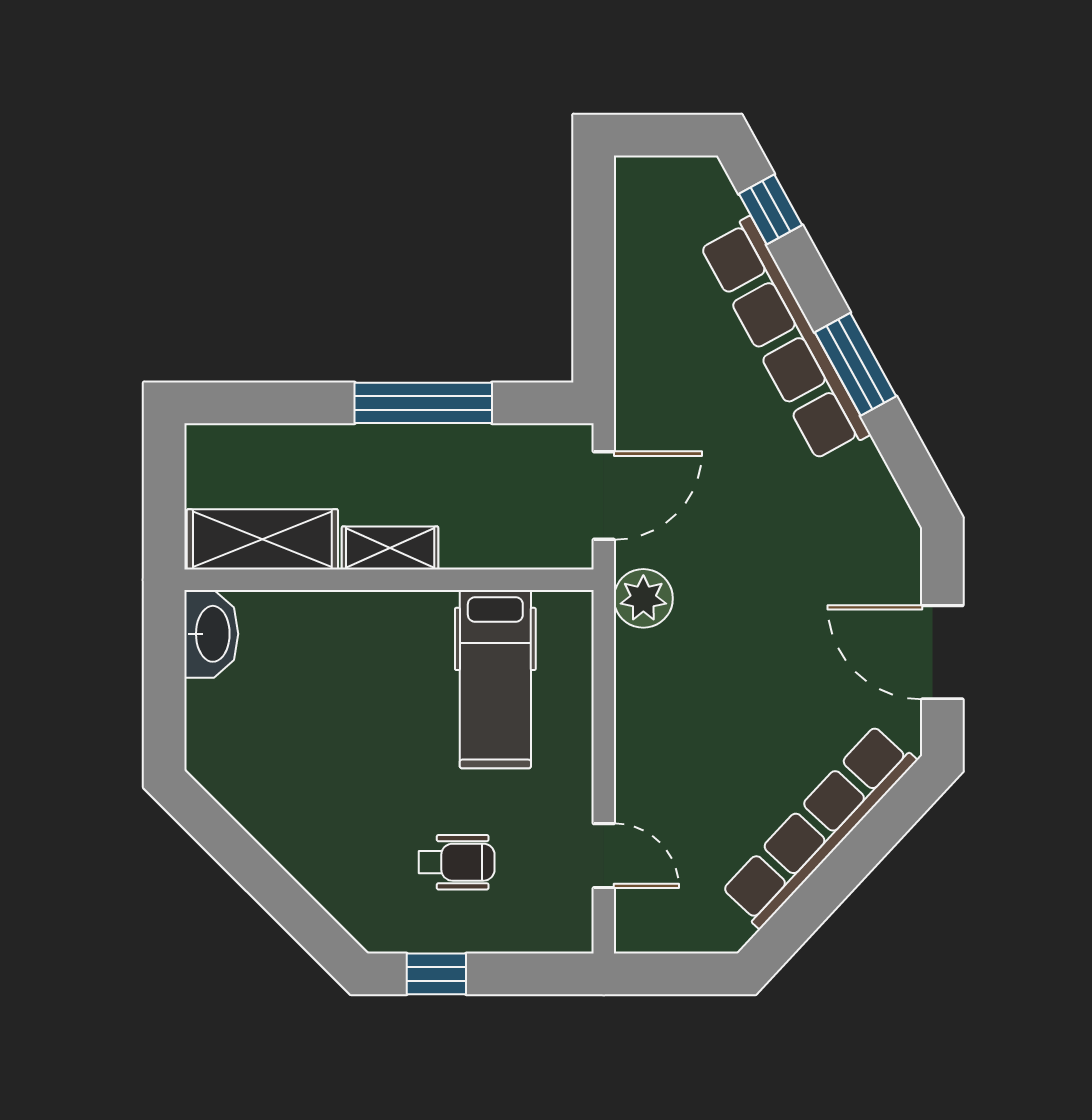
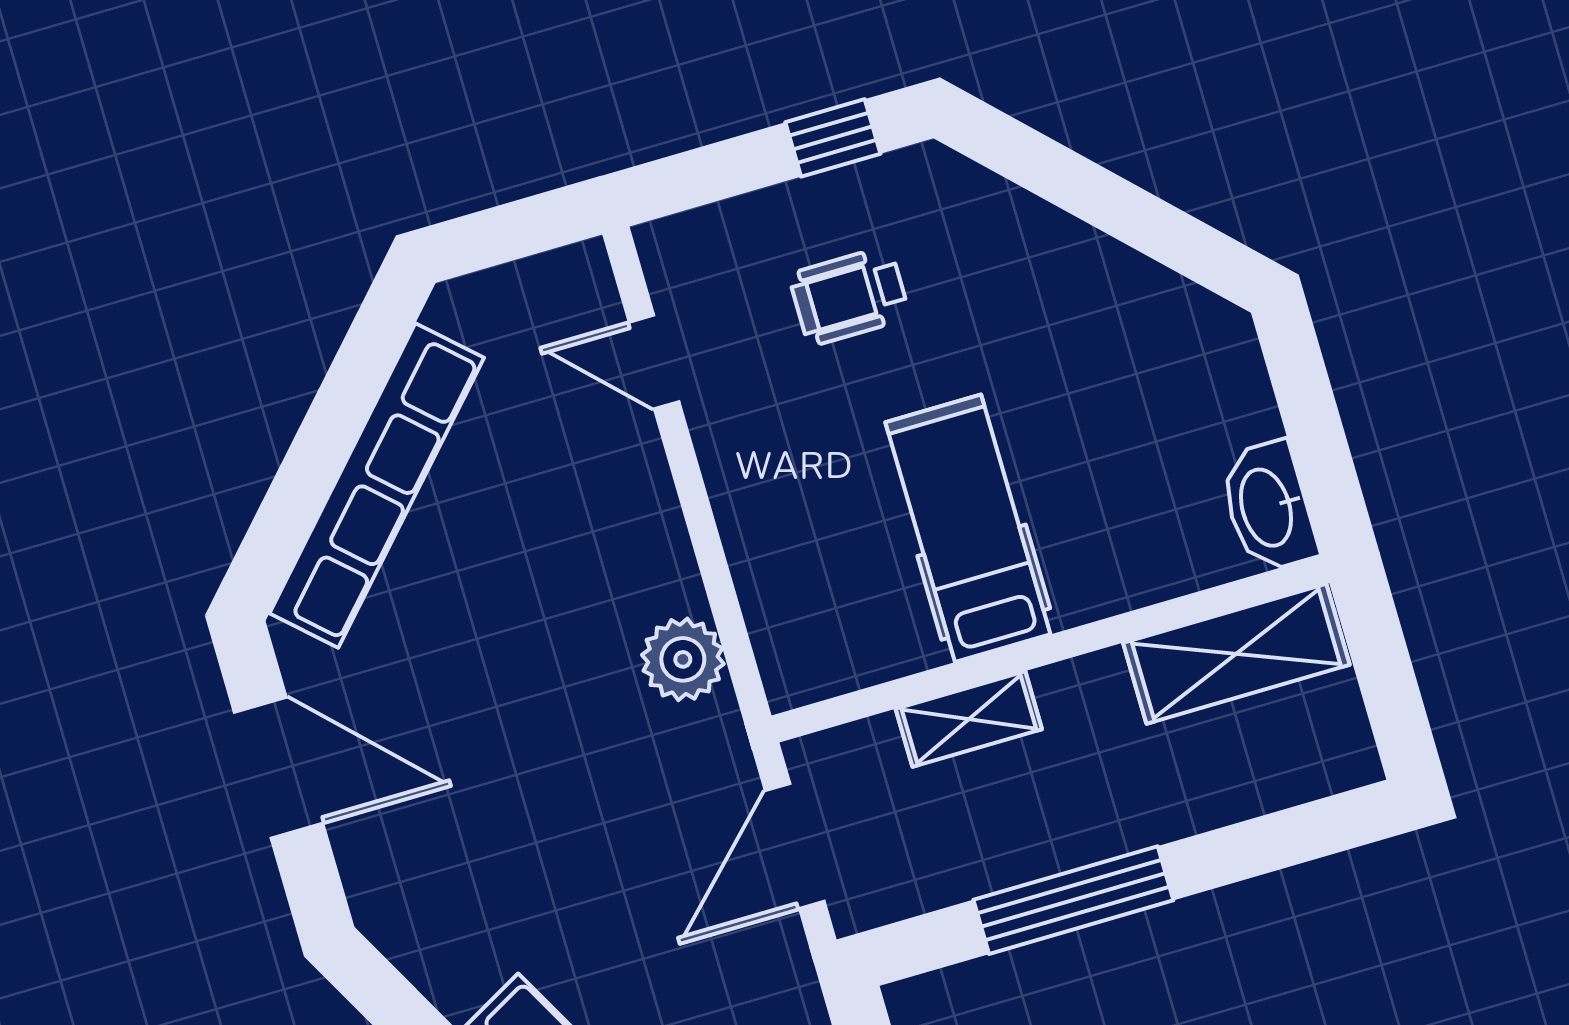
shelving: (390, 548) -> (969, 719), moved
plant: (643, 598) -> (683, 659), moved
hospital bed: (495, 679) -> (968, 528), moved

